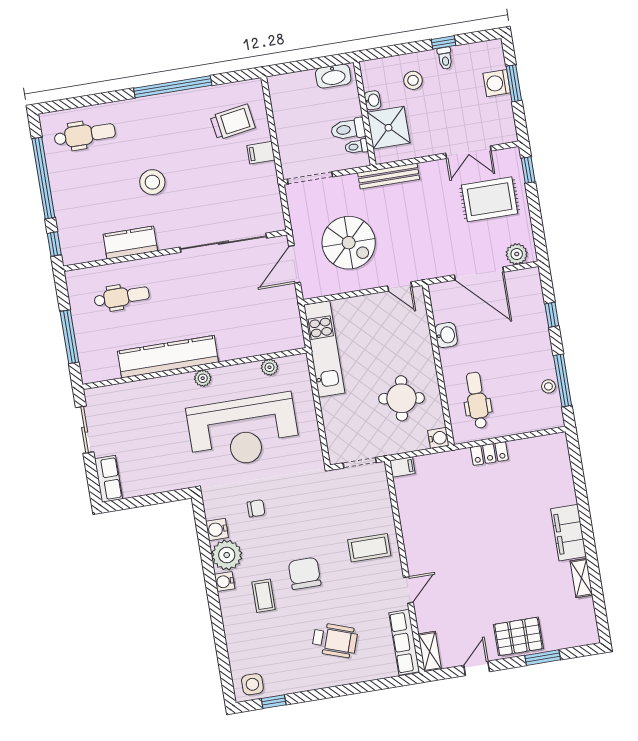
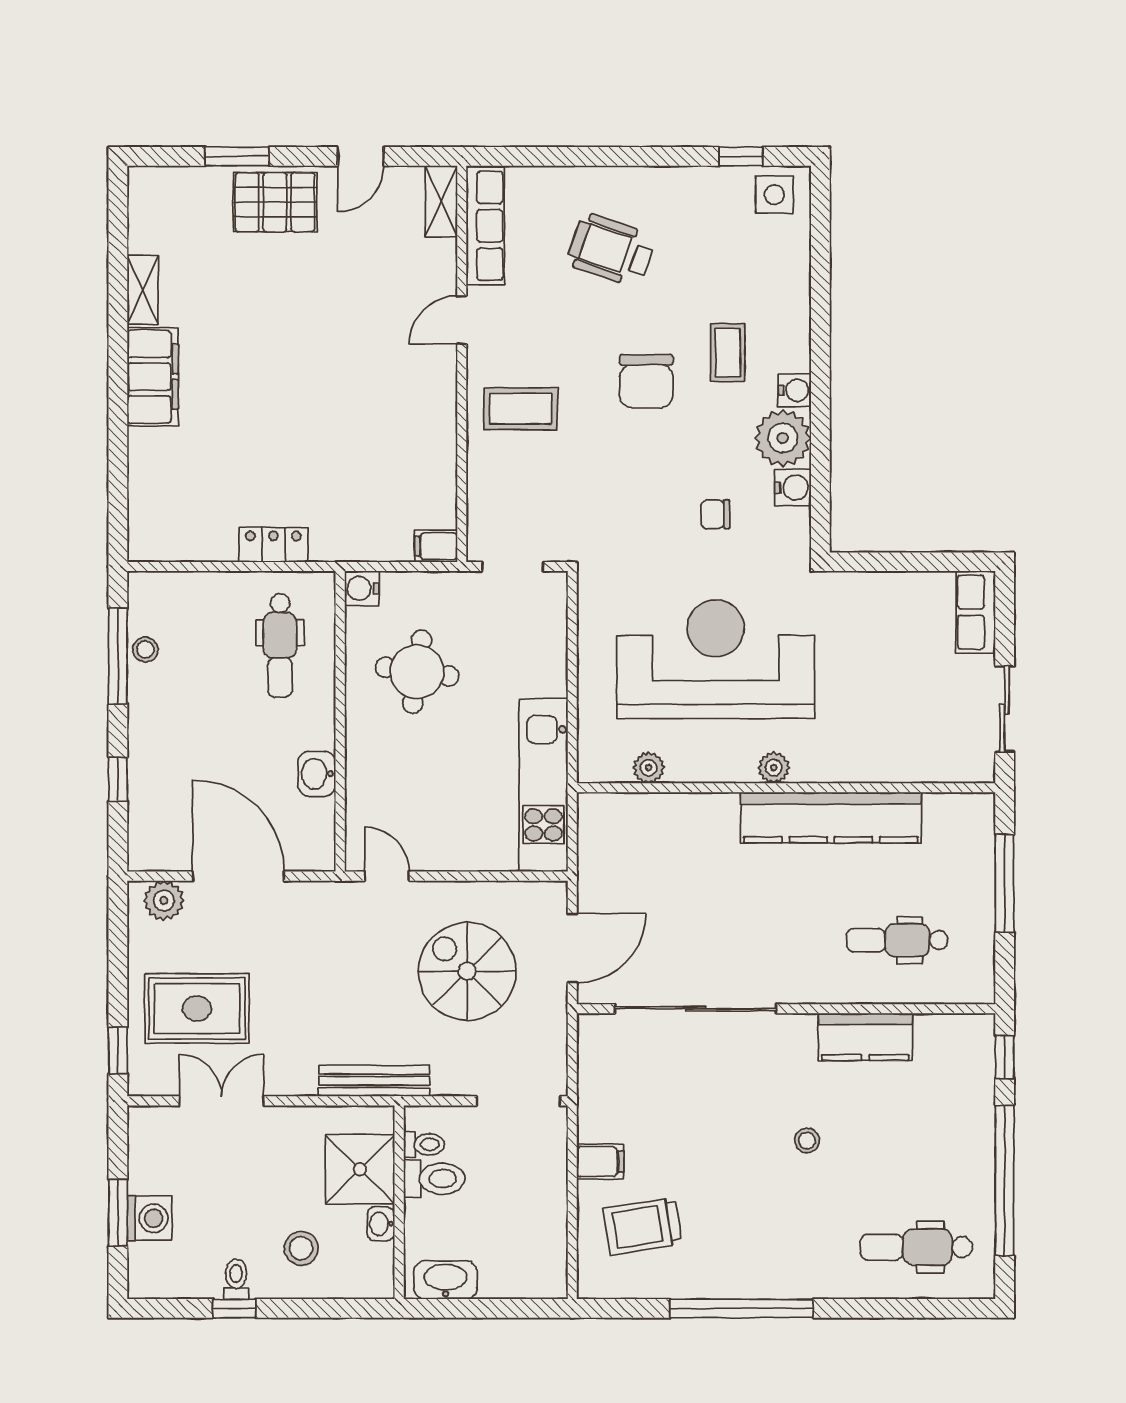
stool: (152, 182) -> (807, 1140), width x0.53, depth x0.53

